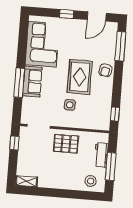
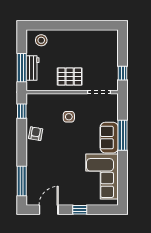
armchair: (105, 70) -> (36, 134), moved
rug: (80, 77) -> (61, 146), removed
window: (111, 167) -> (22, 68), moved
shelving: (26, 181) -> (107, 35), removed

